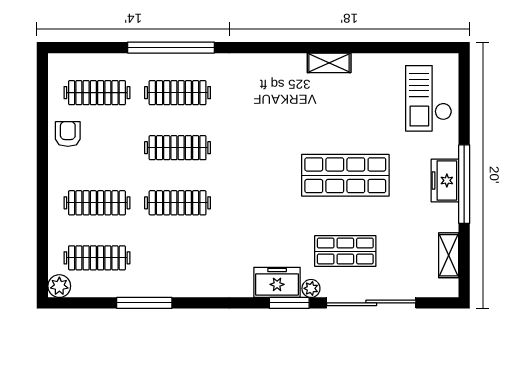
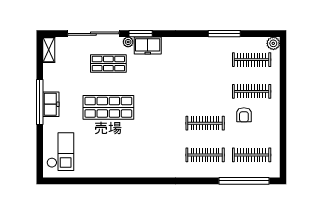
window: (171, 48) -> (244, 181), moved
shelving: (329, 63) -> (118, 172), removed
armchair: (68, 134) -> (244, 115), moved
clothes rail: (178, 203) -> (205, 91), removed
shelving: (449, 255) -> (49, 50), moved

